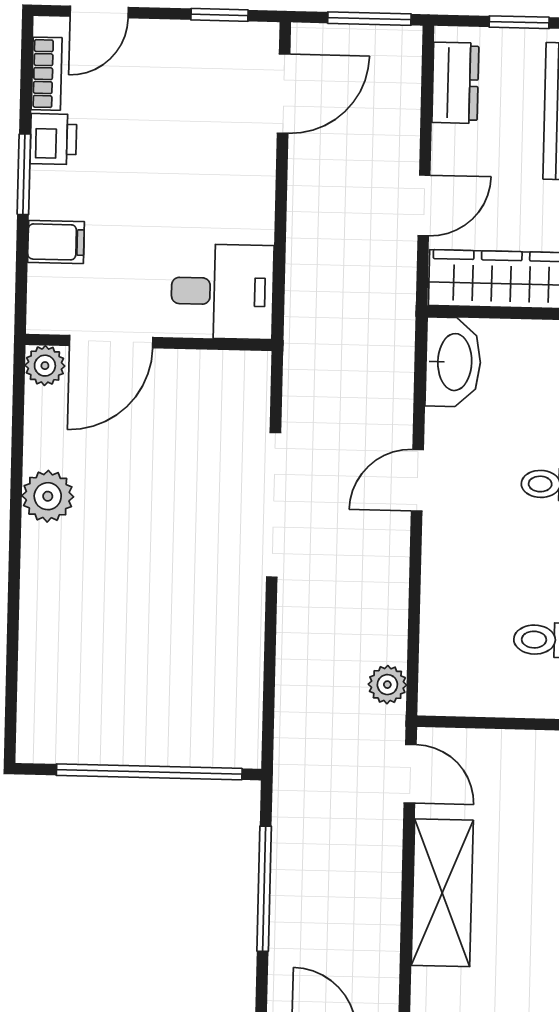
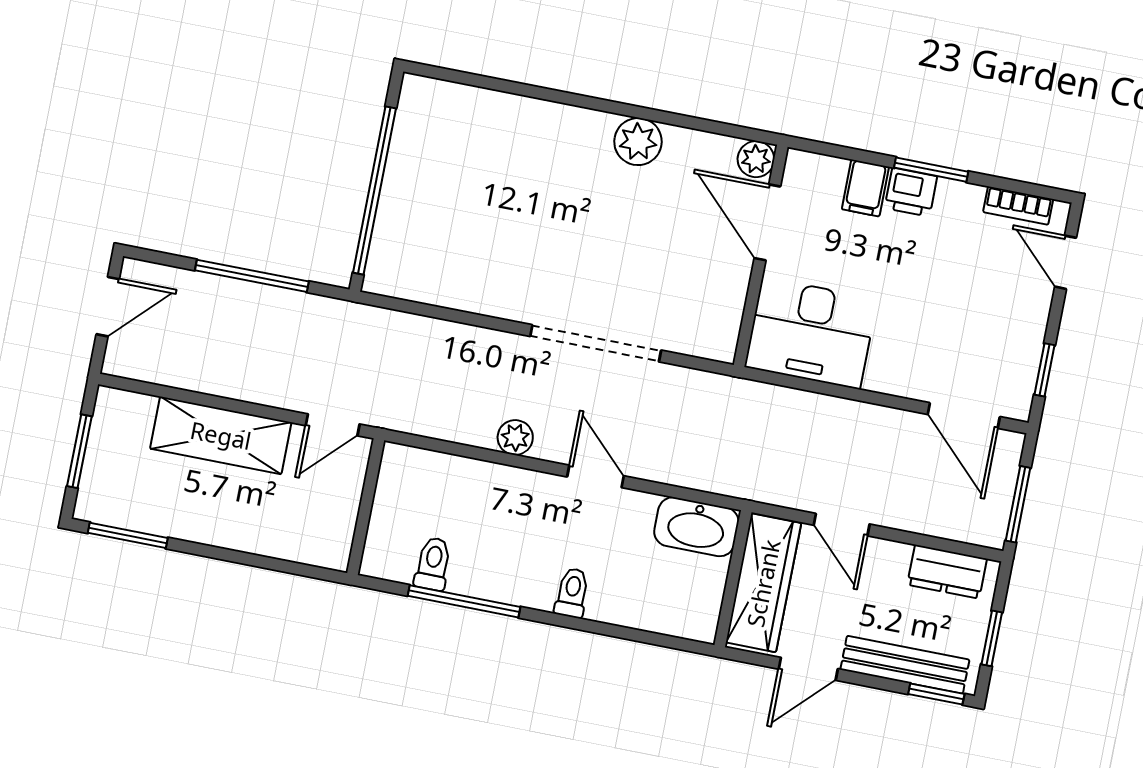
printer: (53, 139) -> (911, 192), moved
desk: (222, 291) -> (811, 333), width x1.37
plant: (387, 685) -> (515, 437), moved

